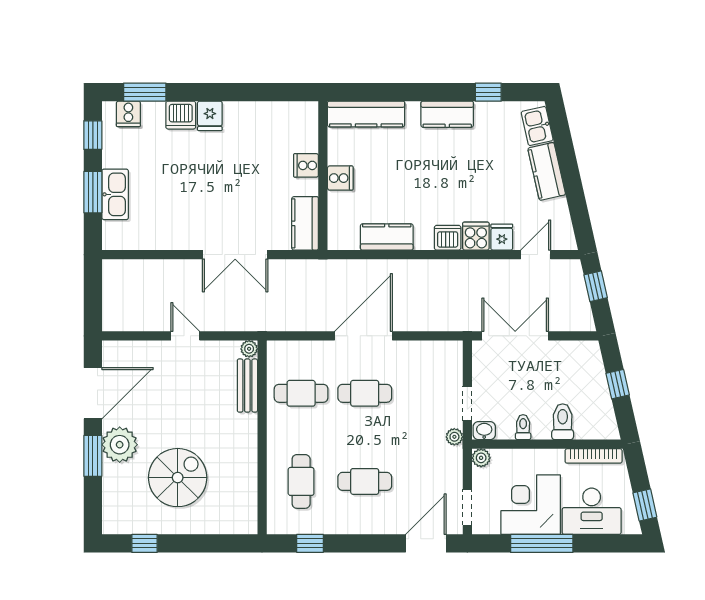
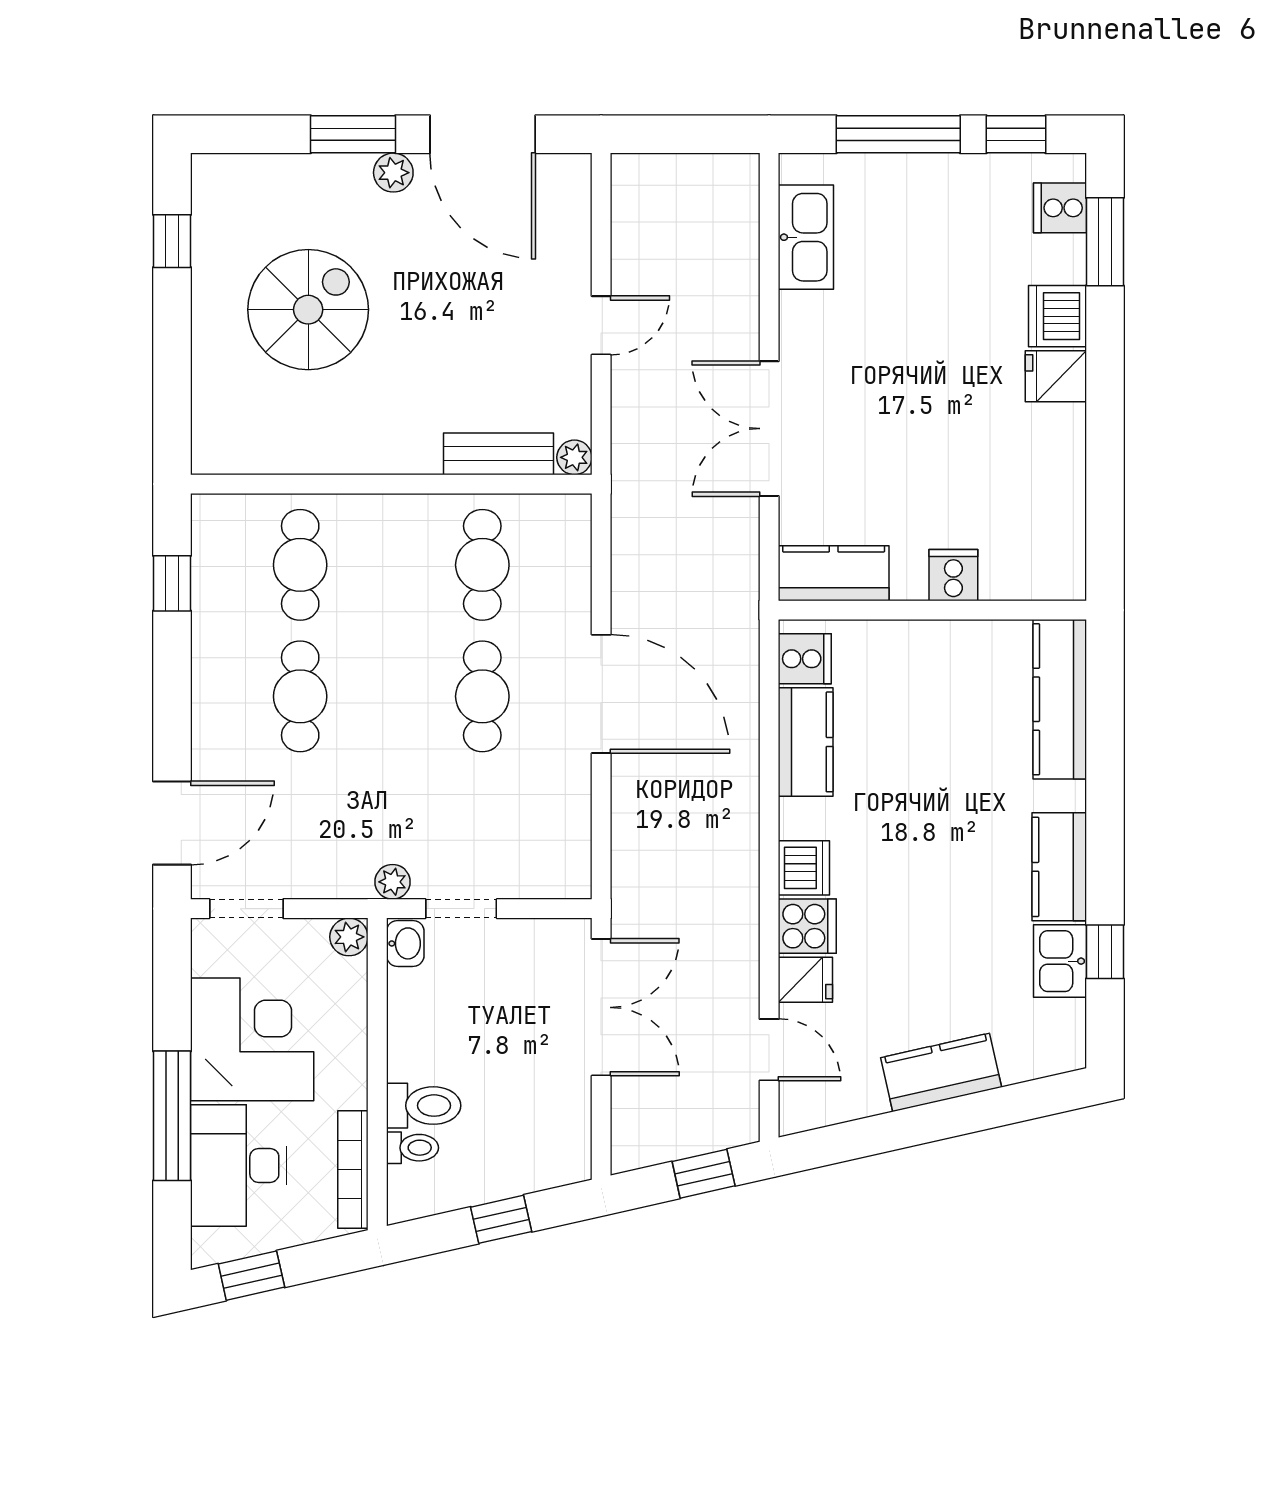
kitchen sink: (537, 126) -> (1060, 961), moved, turned -77
cooker: (340, 178) -> (805, 659), moved, turned -90
window: (93, 192) -> (898, 134), width x1.44
kitchen sink: (115, 194) -> (806, 237), moved, turned -90
toilet: (523, 427) -> (412, 1148), moved
plant: (120, 445) -> (393, 173), width x0.53, depth x0.53
spiral stairs: (178, 478) -> (308, 310), turned -90
cafe table: (301, 481) -> (300, 565), turned 90
door: (426, 543) -> (172, 823), hinge flipped
window: (542, 543) -> (172, 1116), moved

